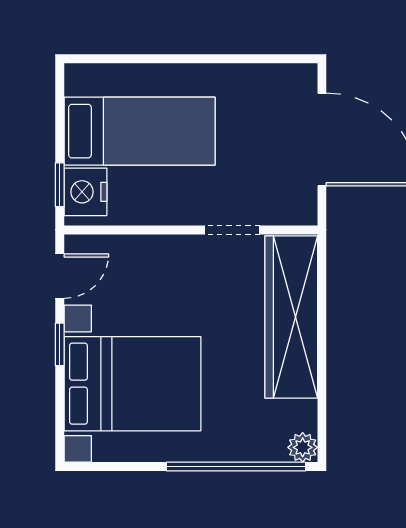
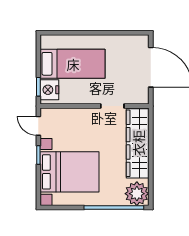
door: (60, 276) -> (38, 126), swing flipped
plant: (303, 447) -> (137, 194), width x1.88, depth x1.88

